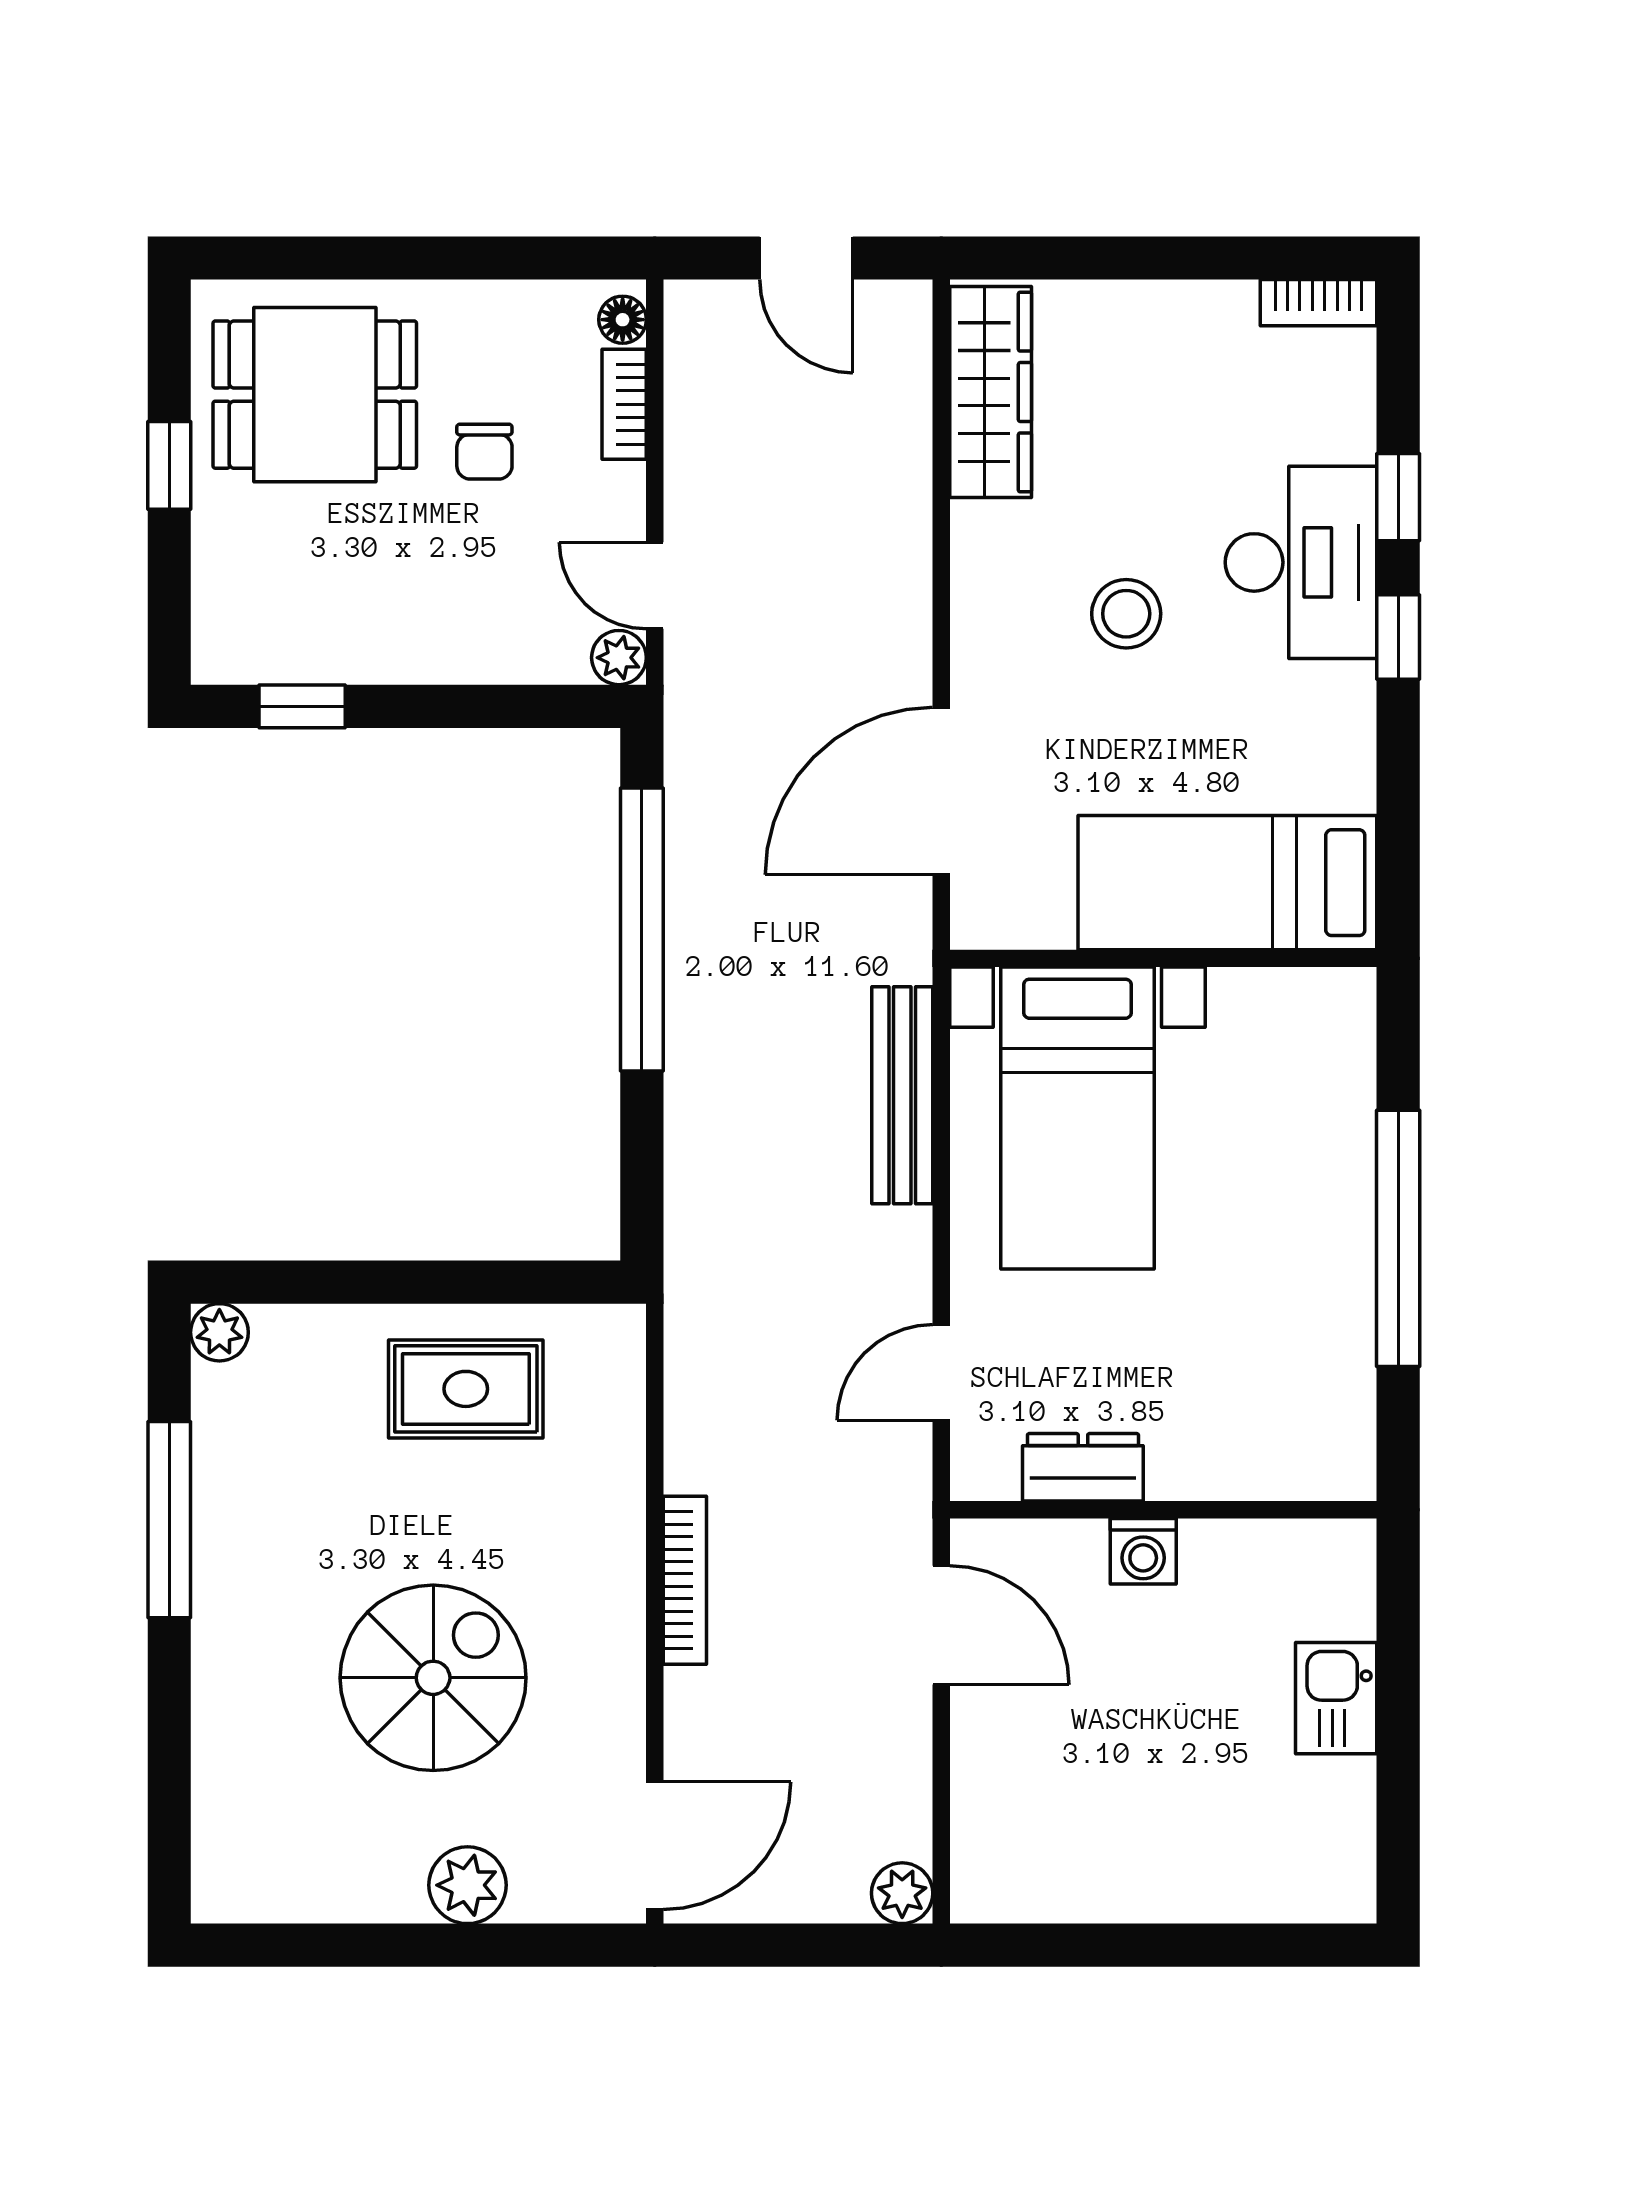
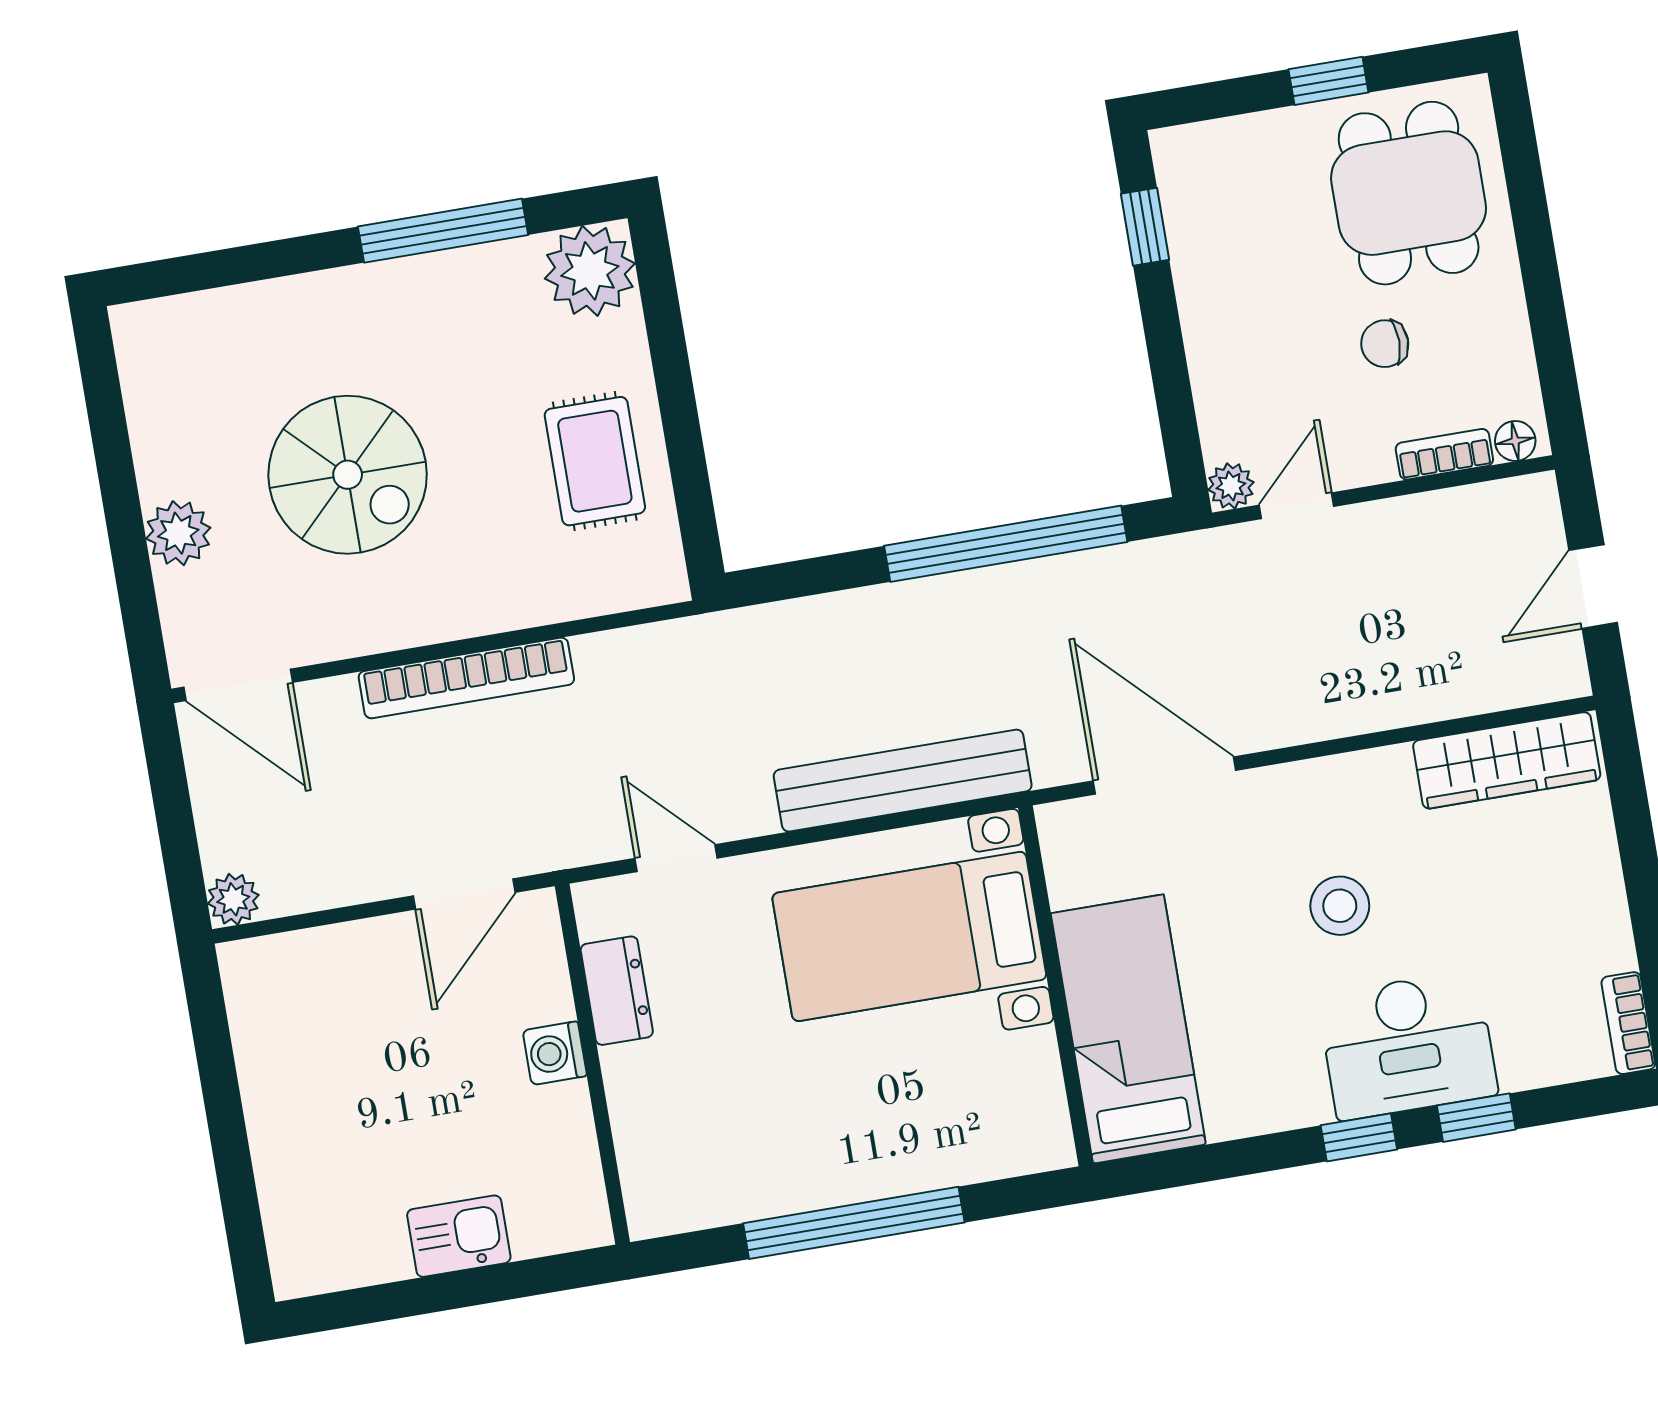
bench: (902, 1095) -> (903, 781), width x1.37, depth x1.21
plant: (219, 1332) -> (590, 271), width x1.88, depth x1.88
bookcase: (685, 1580) -> (466, 678), width x1.48, depth x1.31

